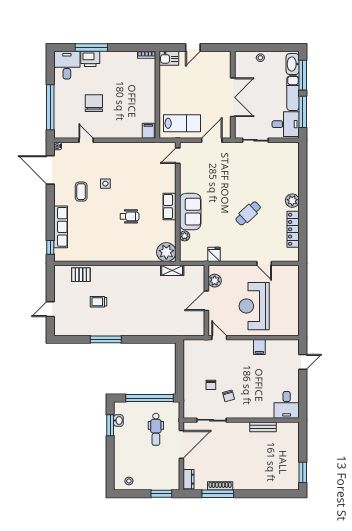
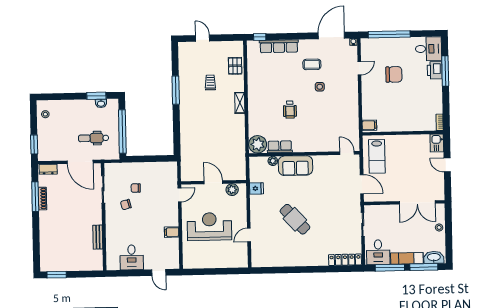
double door: (233, 97) -> (417, 202), moved
plant: (292, 201) -> (308, 260), removed
row of seats: (170, 207) -> (280, 147), moved
cafe table: (248, 213) -> (295, 219), width x1.37, depth x1.35
locker: (293, 229) -> (345, 260), moved
shelving: (172, 270) -> (240, 103), moved
desk: (287, 405) -> (132, 257), moved, turned -90

